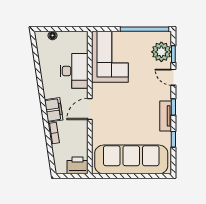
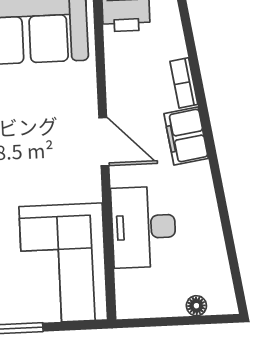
door: (90, 109) -> (104, 142), hinge flipped

